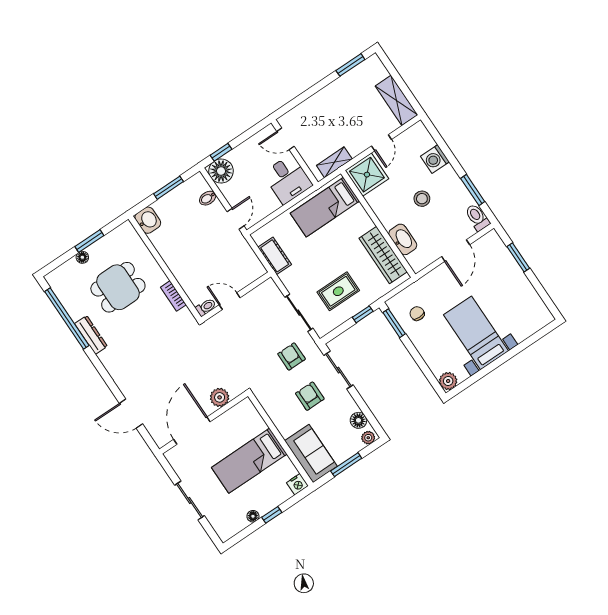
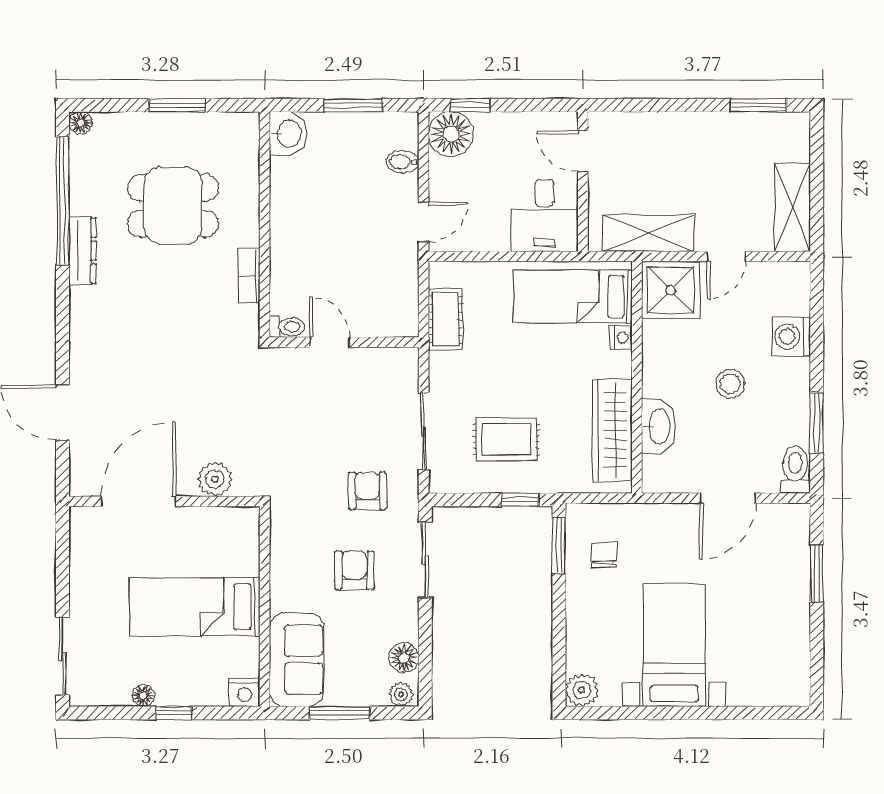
shelving: (334, 162) -> (649, 233), width x1.50, depth x1.33
nightstand: (359, 211) -> (621, 338), added
floor lamp: (82, 257) -> (80, 123), moved
sliding door: (190, 500) -> (63, 656), moved

